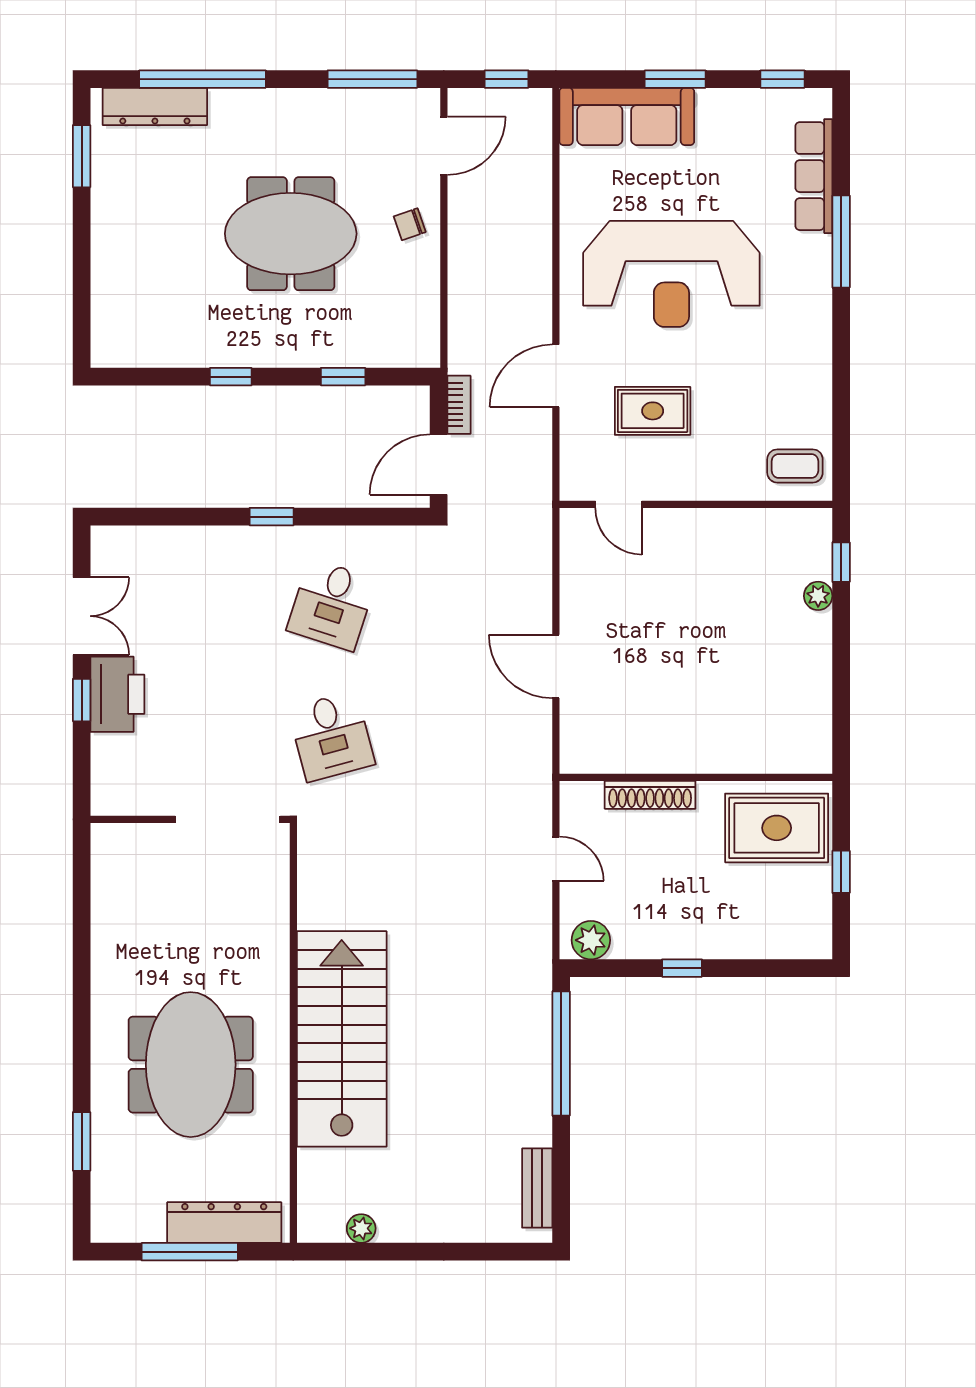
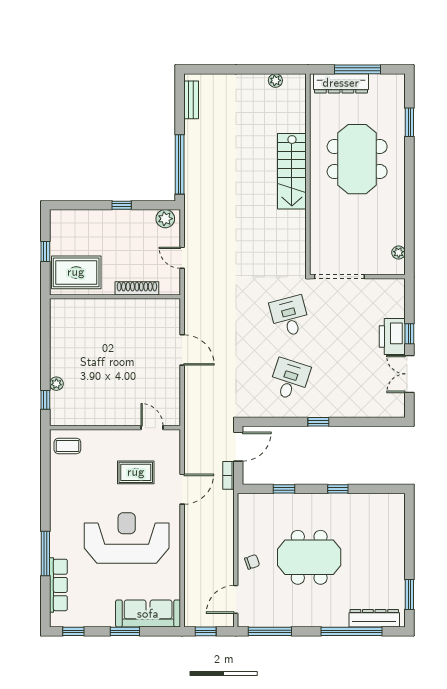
plant: (104, 870) -> (399, 253), added
stairs: (342, 1039) -> (292, 171), width x0.73, depth x0.66

